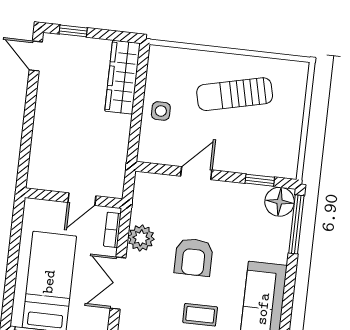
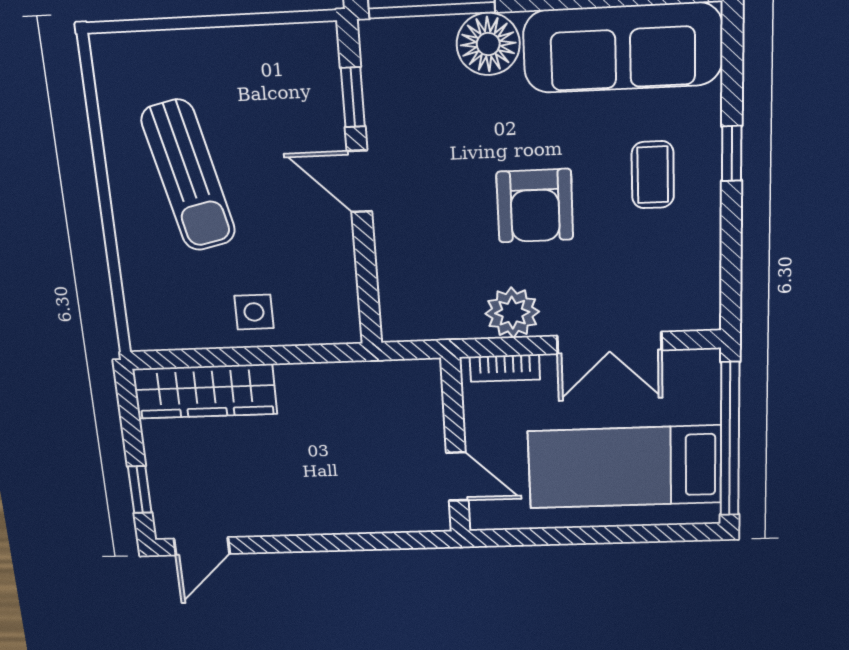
door: (196, 173) -> (359, 181), moved
door: (82, 199) -> (457, 476), moved
floor lamp: (280, 202) -> (488, 44), moved
armchair: (194, 257) -> (535, 206), turned 90

